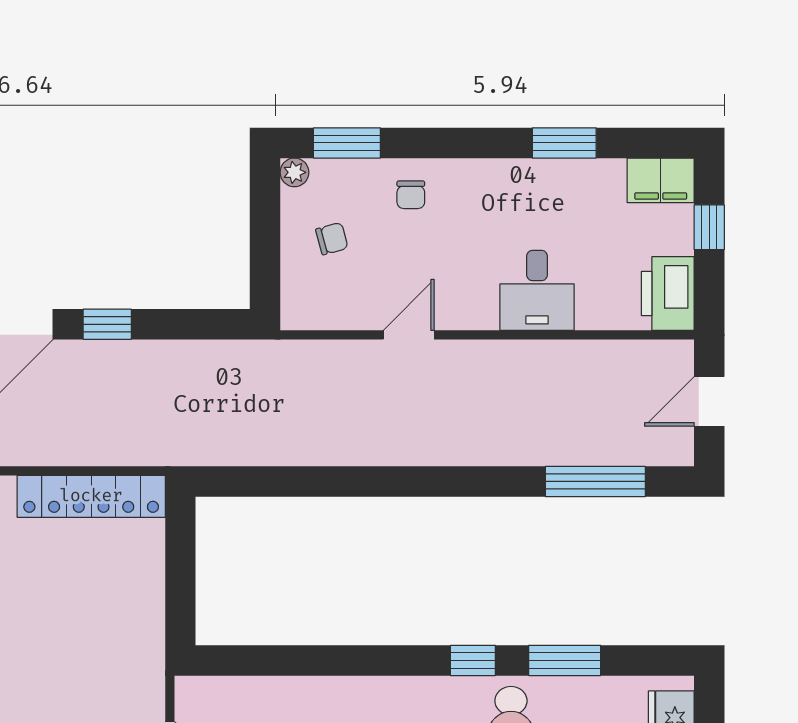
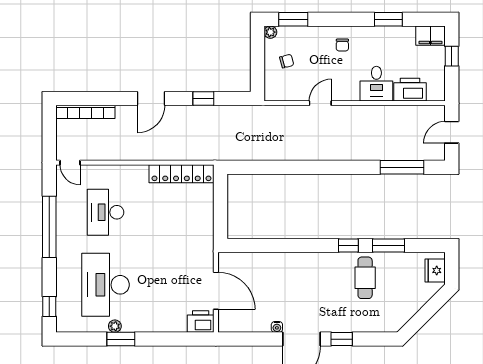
chair: (411, 195) -> (342, 45), moved
printer: (668, 294) -> (410, 90), moved, turned 90
window: (107, 324) -> (203, 99), moved

